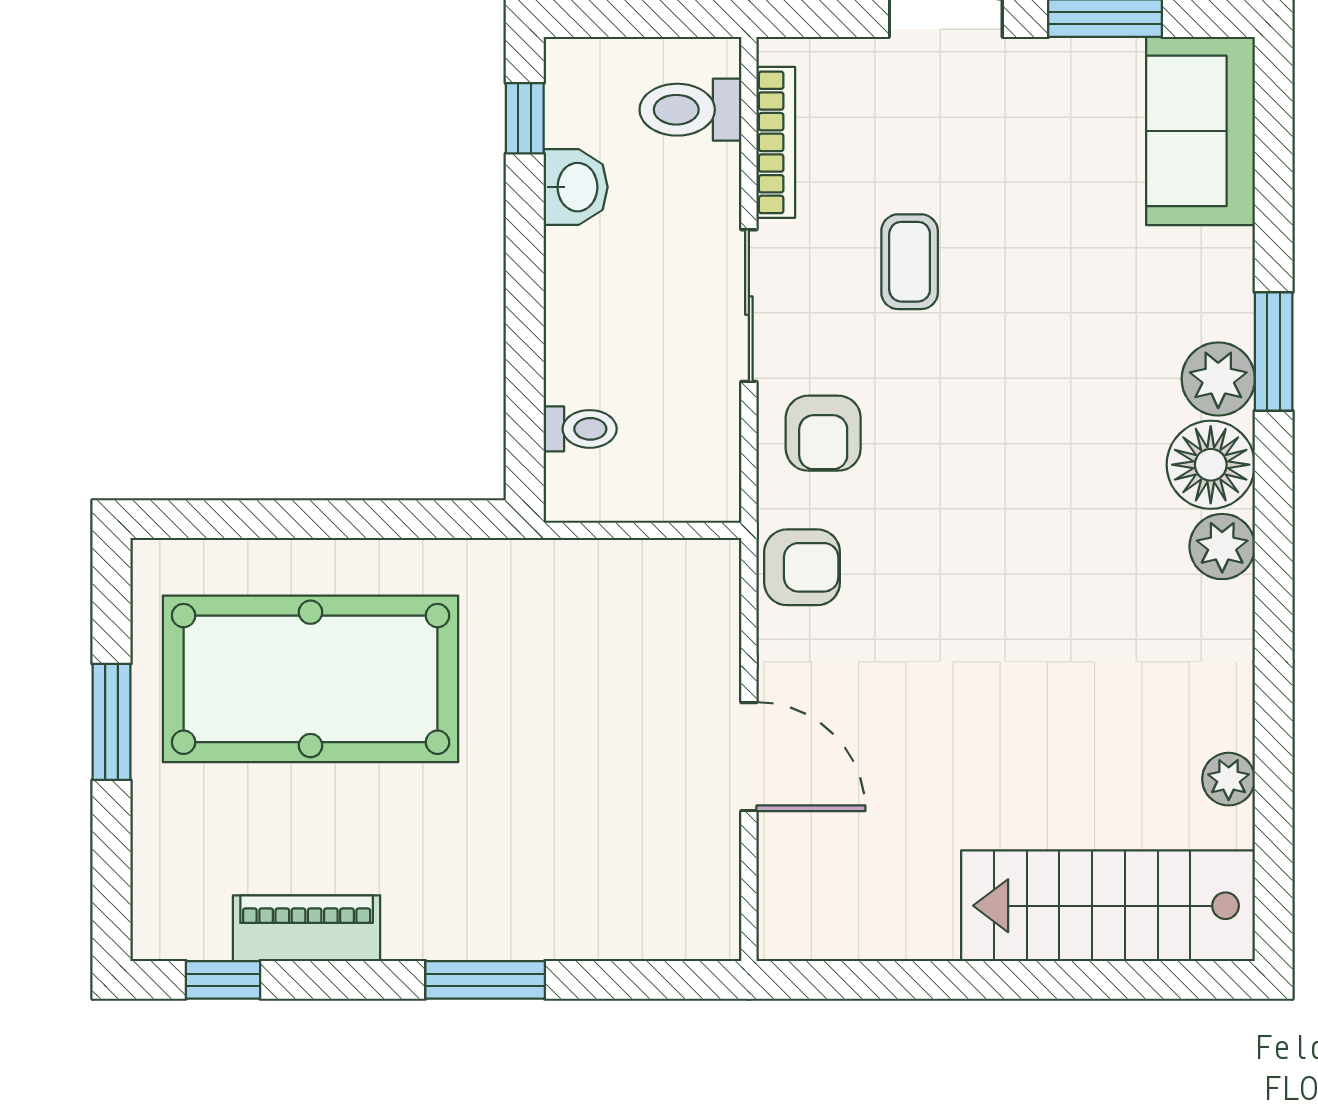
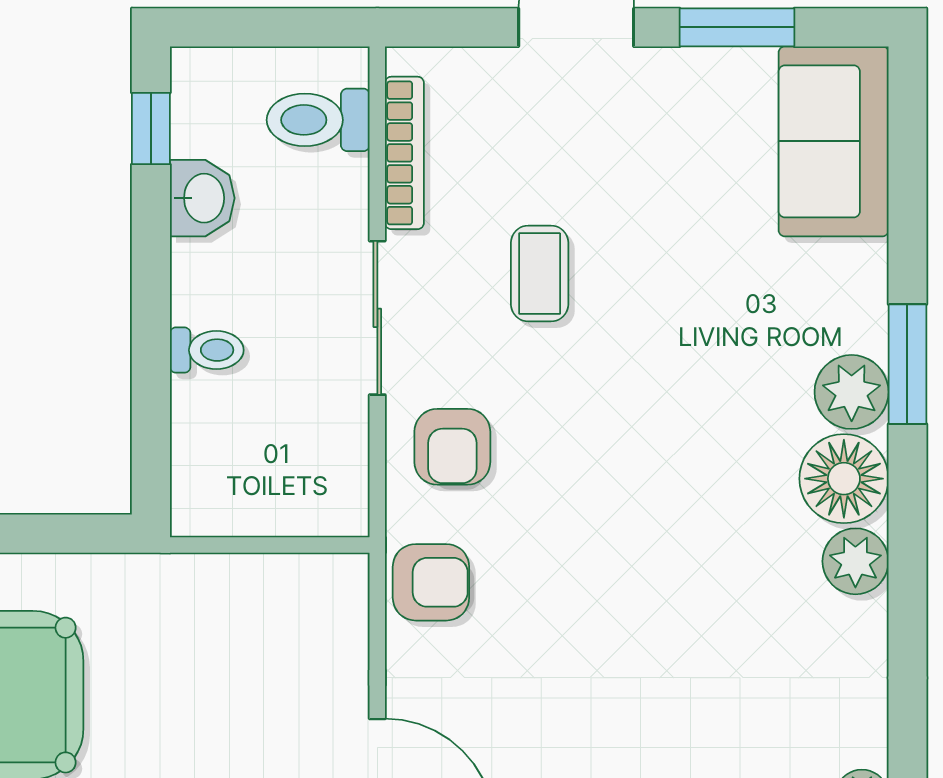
toilet: (580, 429) -> (207, 350), moved

